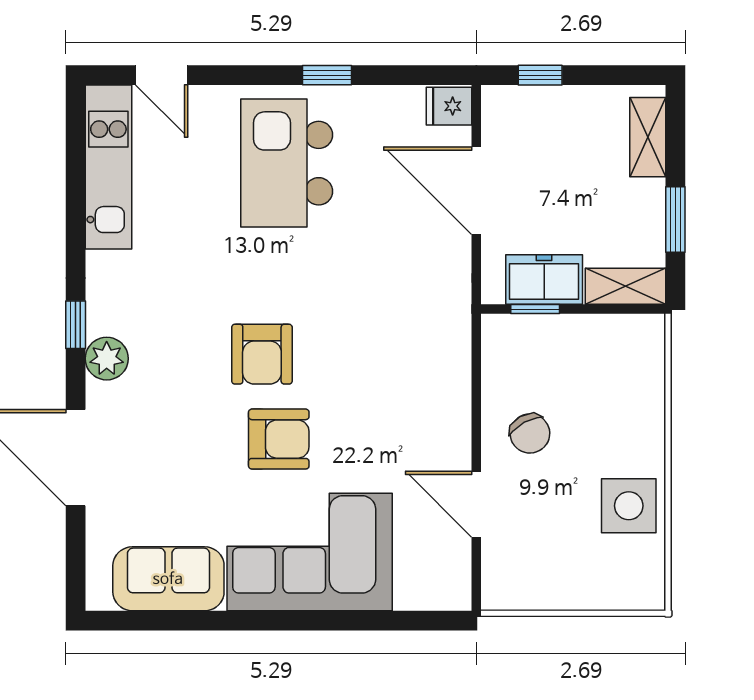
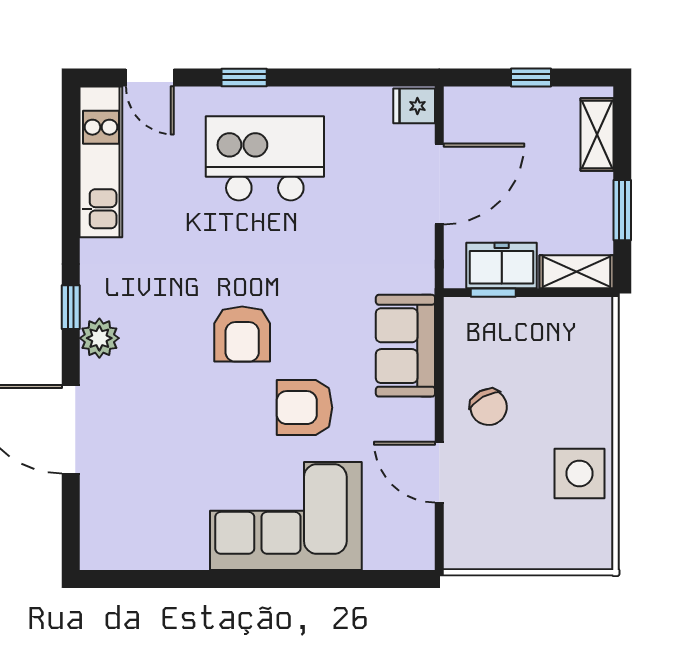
window: (327, 75) -> (244, 77), moved
window: (540, 75) -> (531, 77), moved
kitchen island: (287, 163) -> (265, 158), turned 90
door: (476, 191) -> (439, 184), swing flipped
armchair: (279, 439) -> (304, 408), moved, turned 180
sofa: (168, 579) -> (405, 346), moved, turned -90

